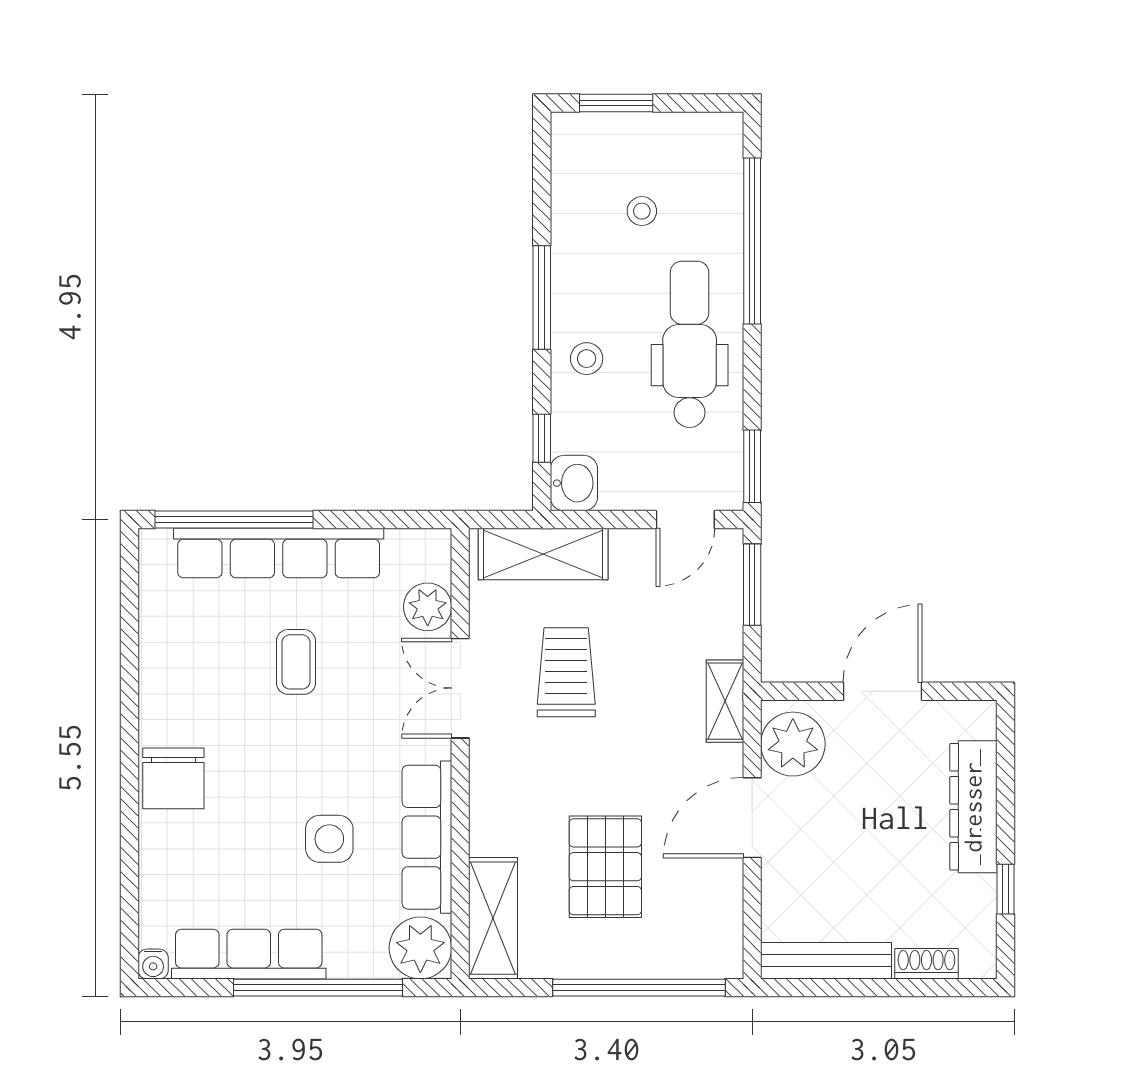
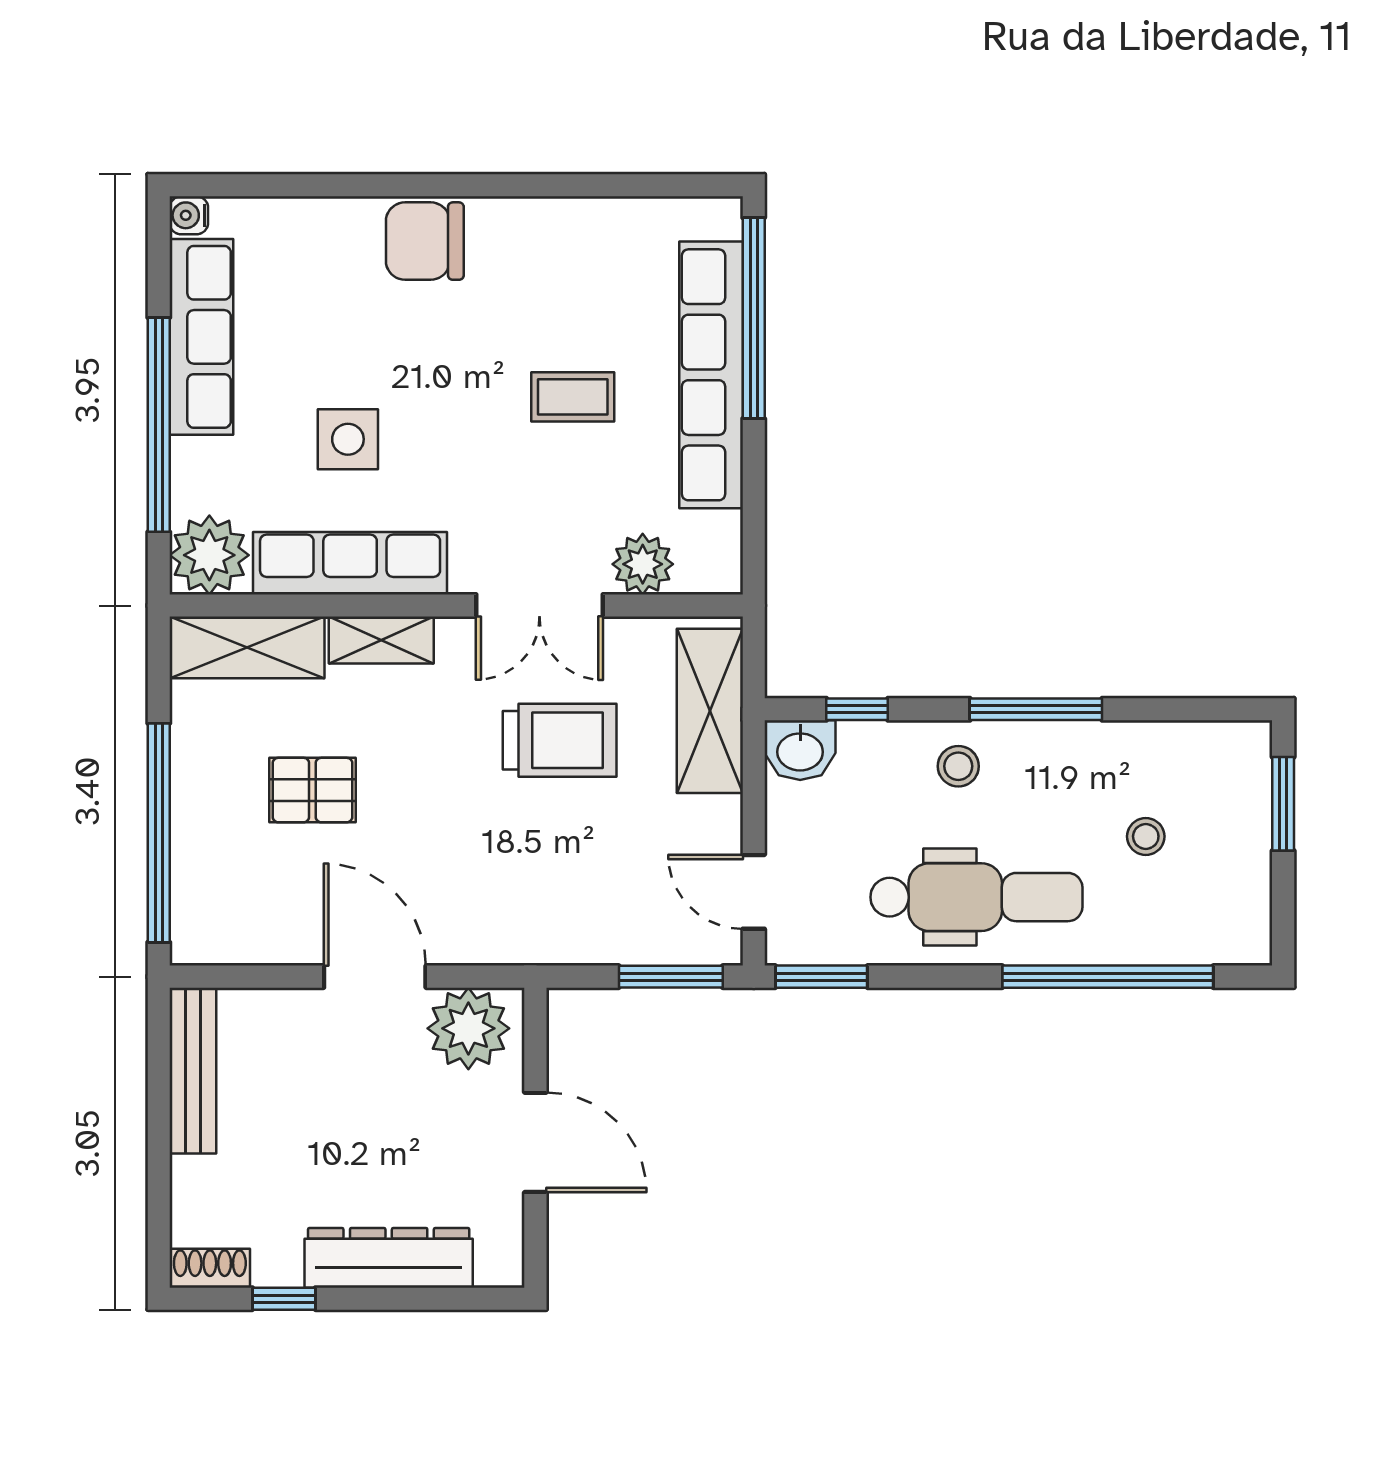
double door: (460, 688) -> (539, 606), swing flipped
shelving: (725, 701) -> (381, 640), moved
pallet: (605, 867) -> (312, 790), width x0.67, depth x0.71
shoe rack: (926, 964) -> (210, 1268), moved, turned -90

